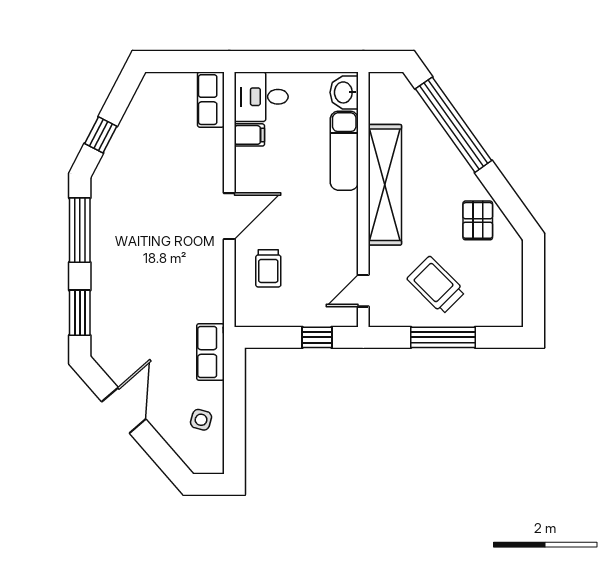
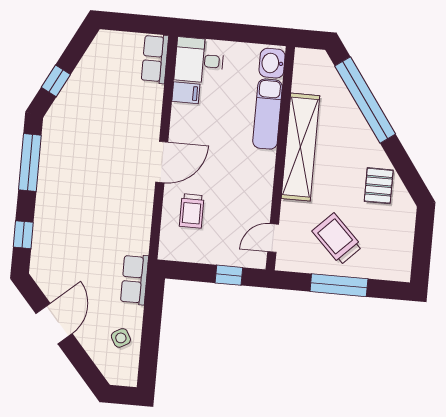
window: (80, 313) -> (23, 235), width x0.67
side table: (201, 420) -> (121, 338), turned 45

